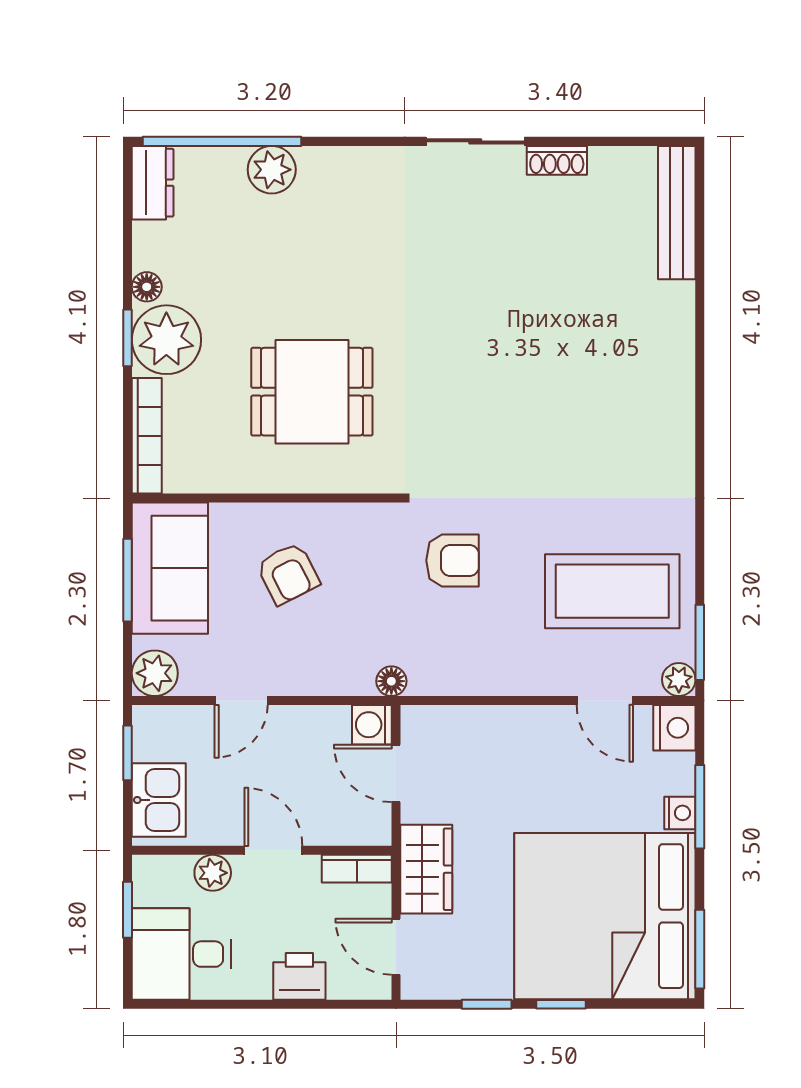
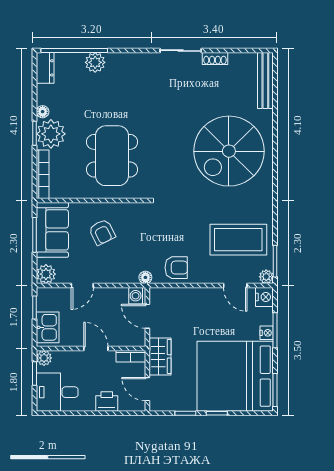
spiral stairs: (590, 381) -> (229, 151), added
dining table: (312, 392) -> (112, 156), width x1.38
armchair: (453, 560) -> (176, 268), moved
plant: (213, 873) -> (44, 358), moved

